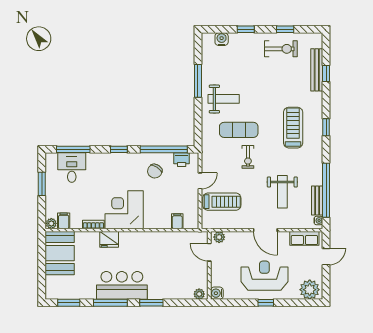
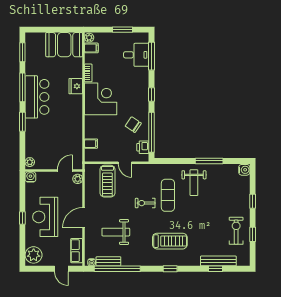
water cooler: (222, 39) -> (244, 170), moved
exercise bike: (281, 49) -> (236, 231), turned 180
reception desk: (264, 276) -> (45, 217), turned 180

